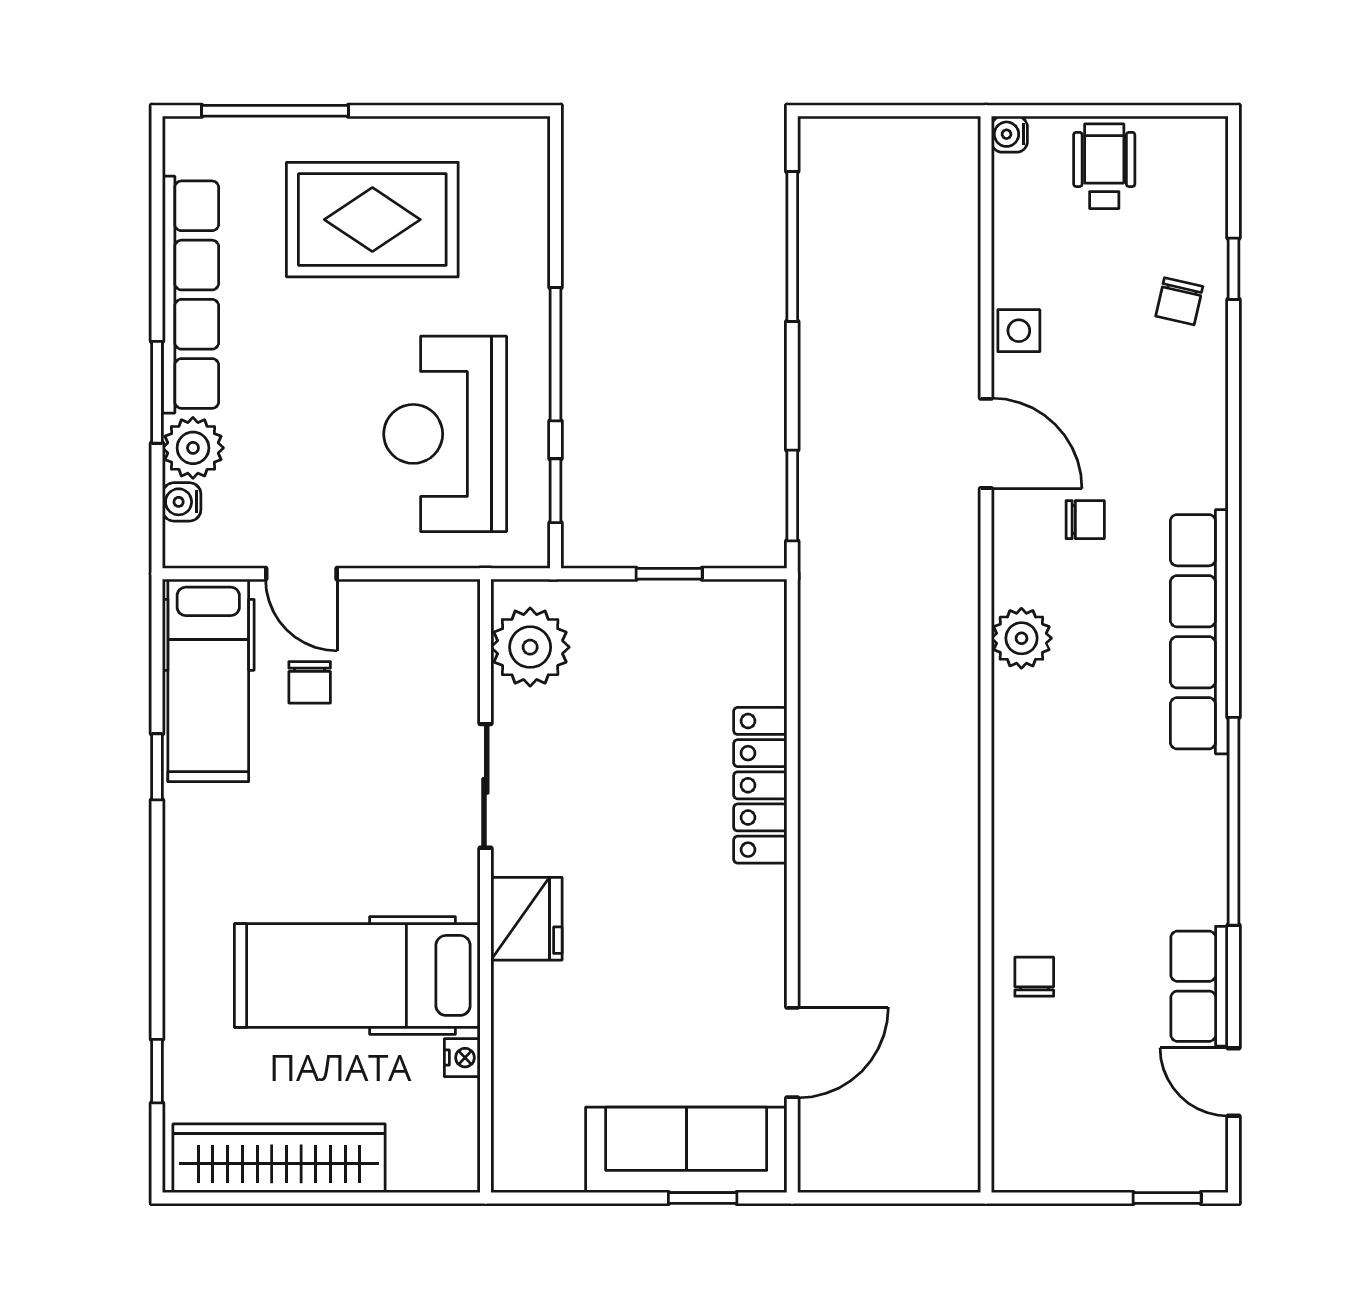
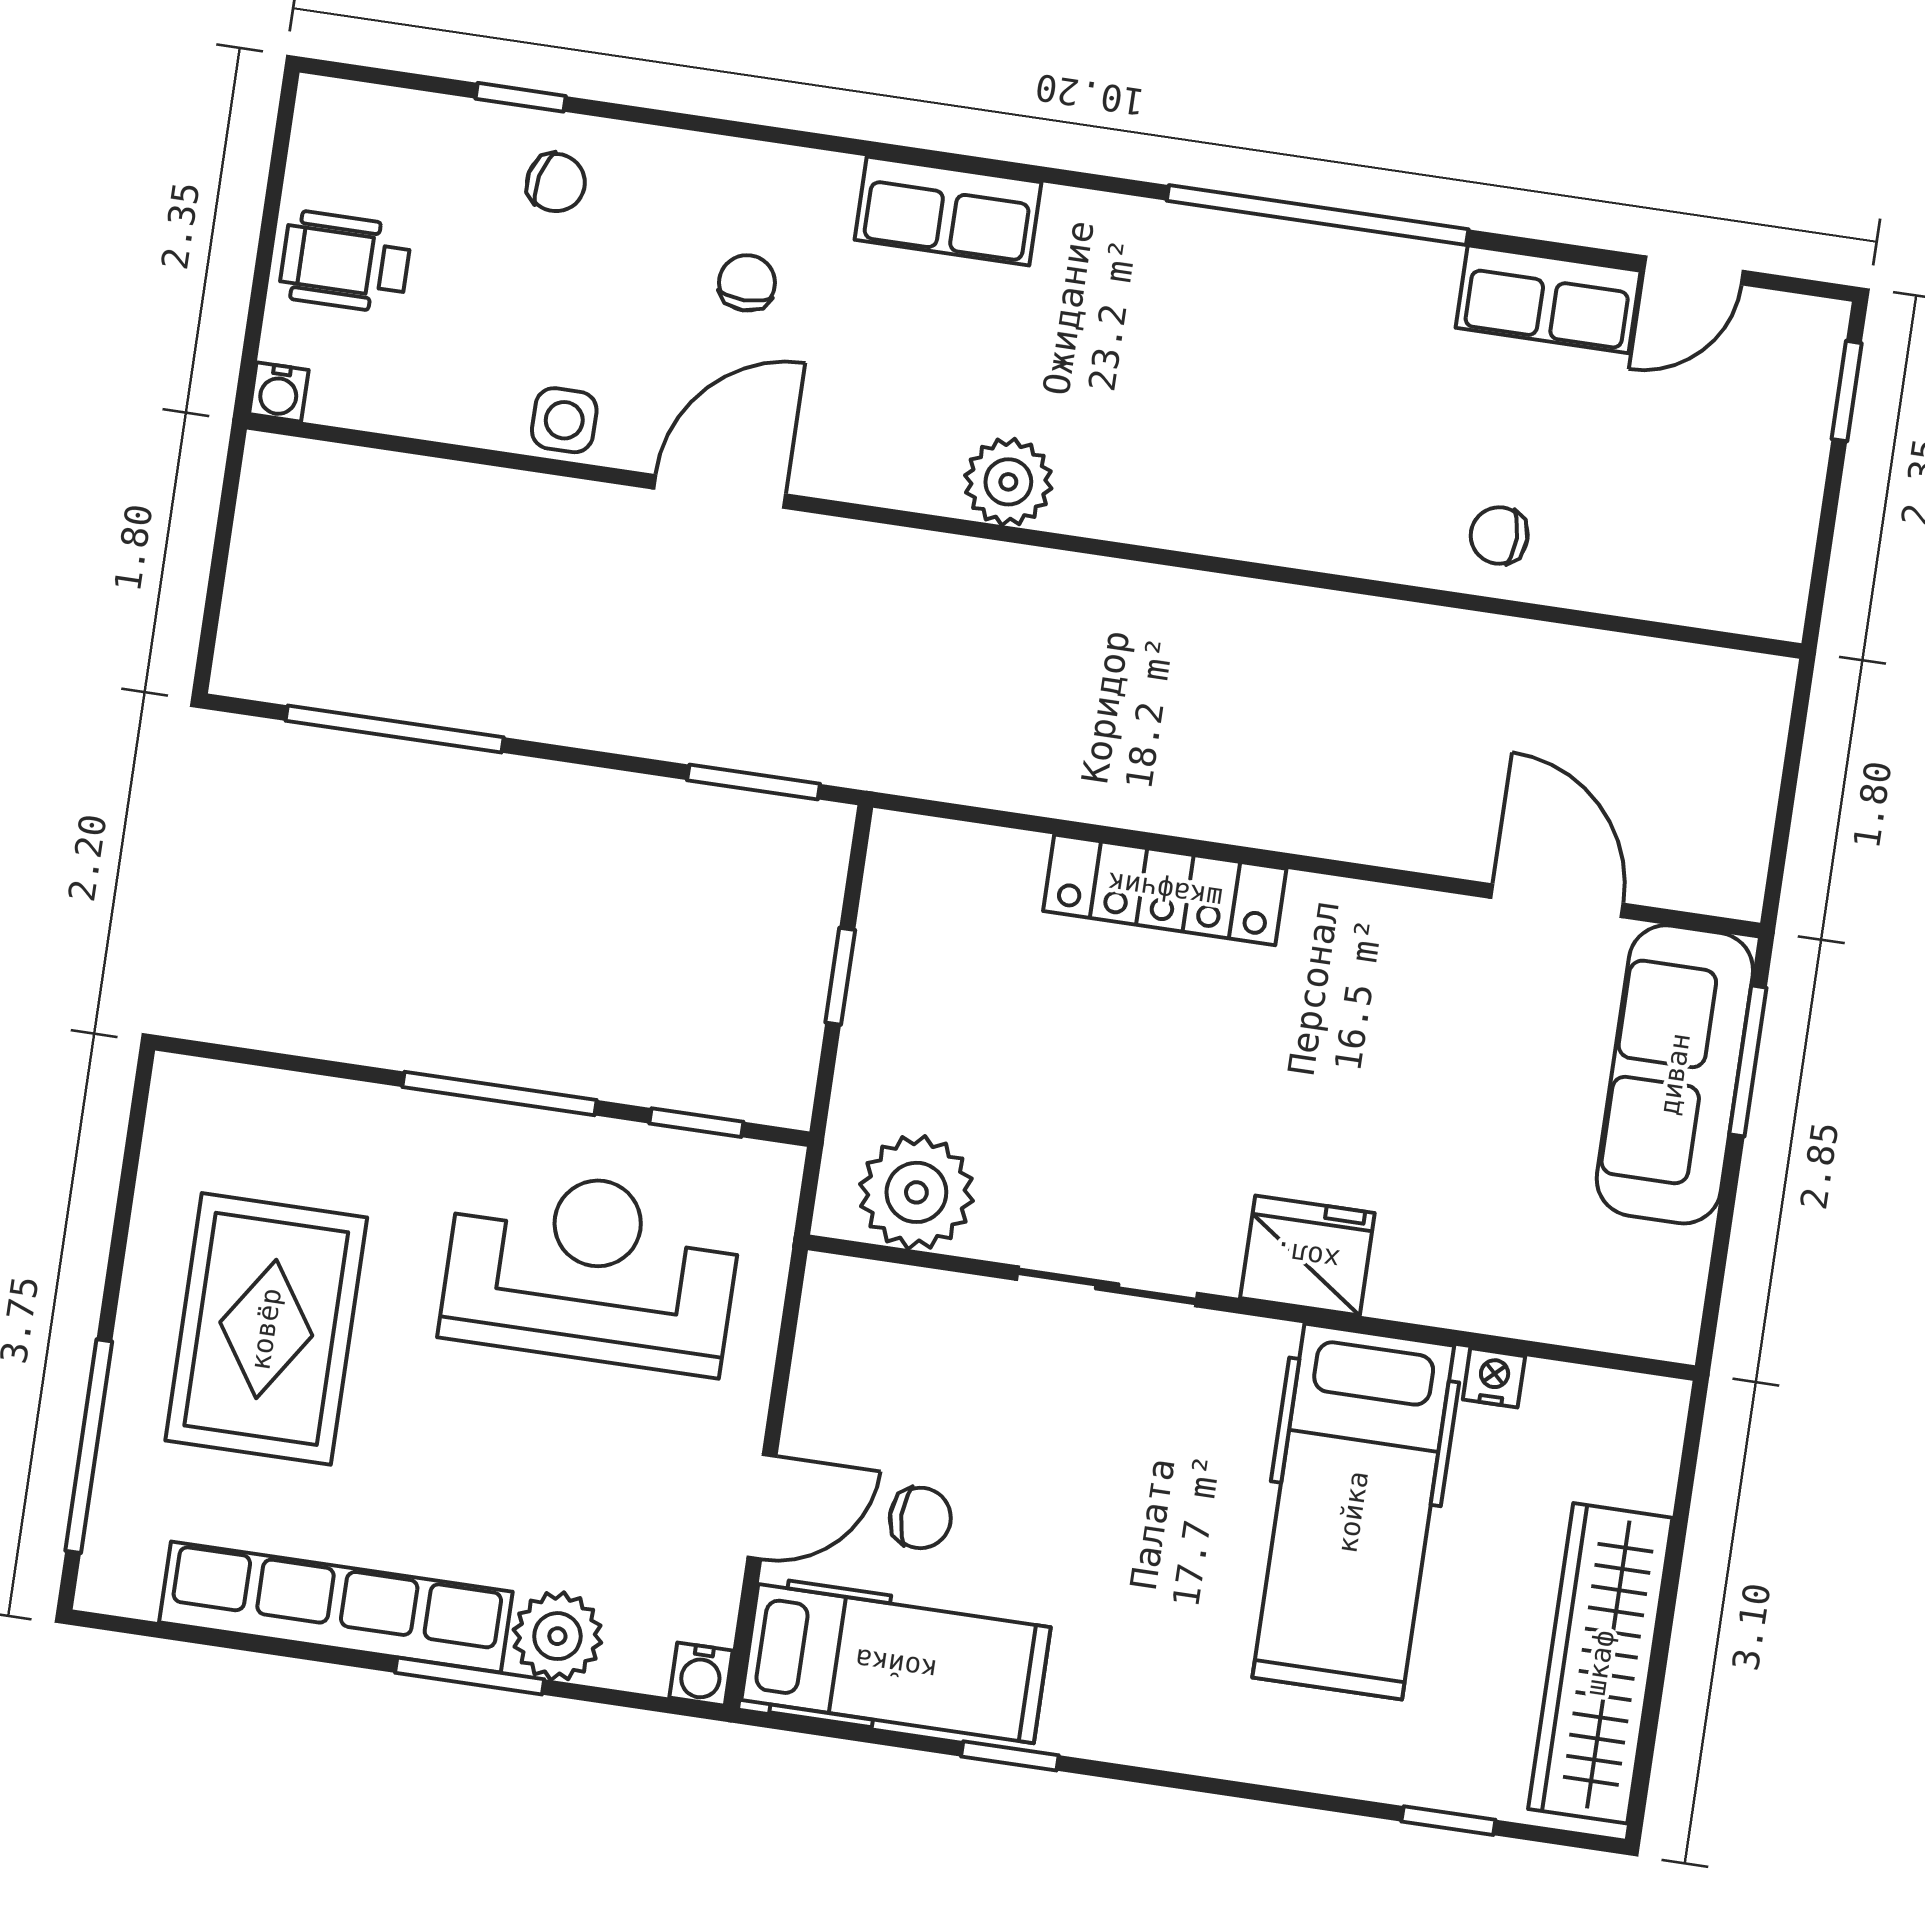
reception desk: (445, 434) -> (591, 1269), turned 180
water cooler: (182, 502) -> (701, 1674), moved
chair: (1085, 520) -> (747, 283), moved
row of seats: (1199, 632) -> (948, 211), width x0.50
window: (703, 1198) -> (1748, 1061), width x1.50

